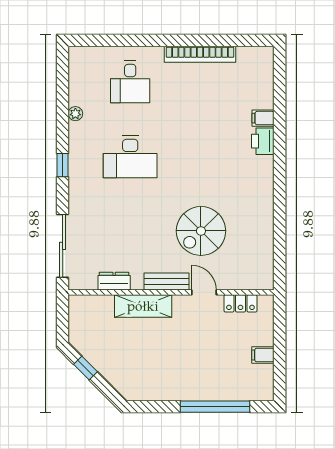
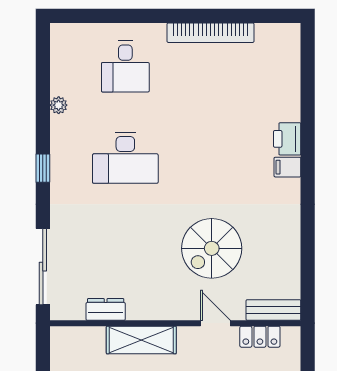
filing cabinet: (263, 118) -> (287, 167), moved
bench: (166, 281) -> (273, 310), moved

